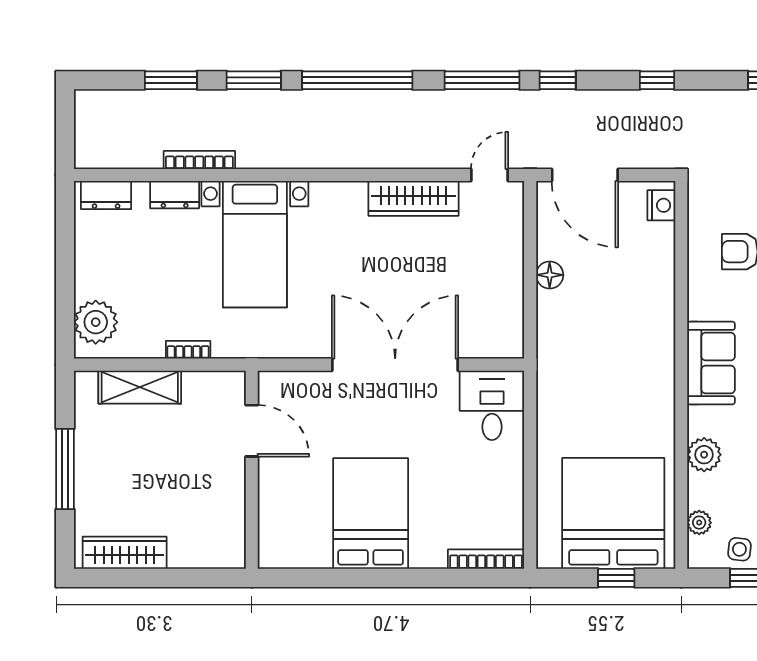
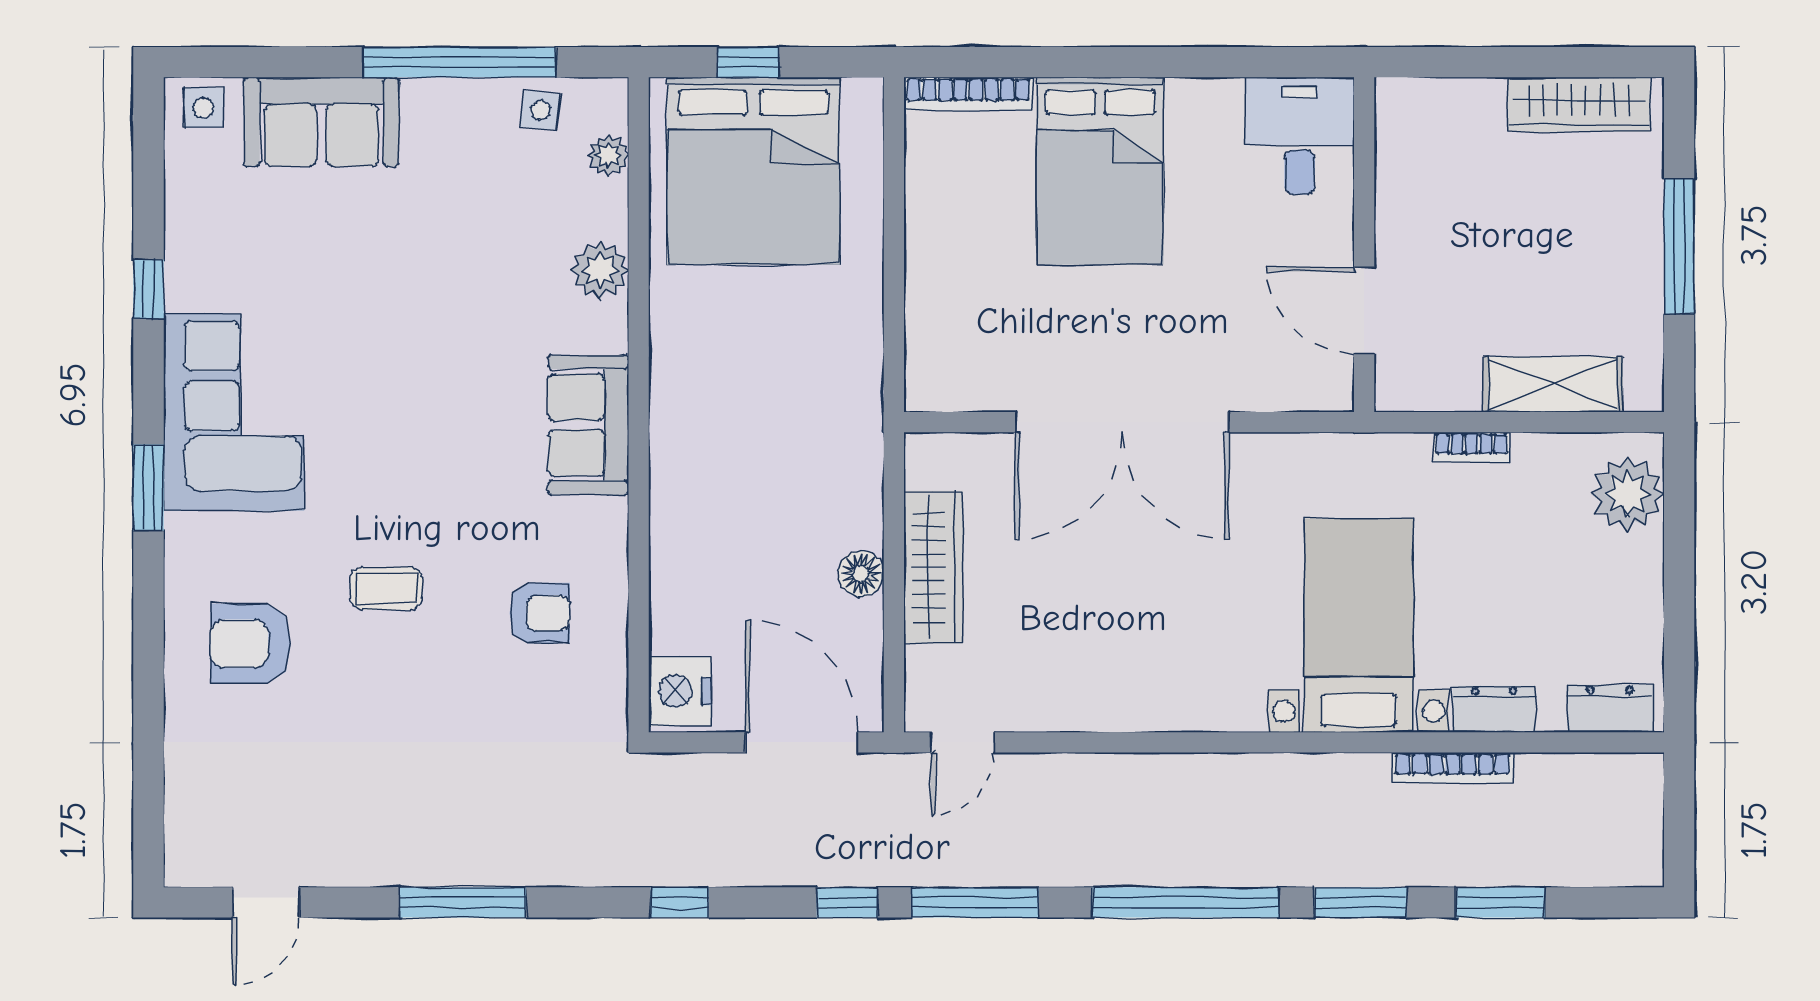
wardrobe: (413, 198) -> (933, 567), moved, turned 90
nightstand: (661, 205) -> (680, 691), width x1.36, depth x1.33
desk: (492, 405) -> (1300, 136), moved, turned 180
bed: (371, 514) -> (1100, 171), moved

